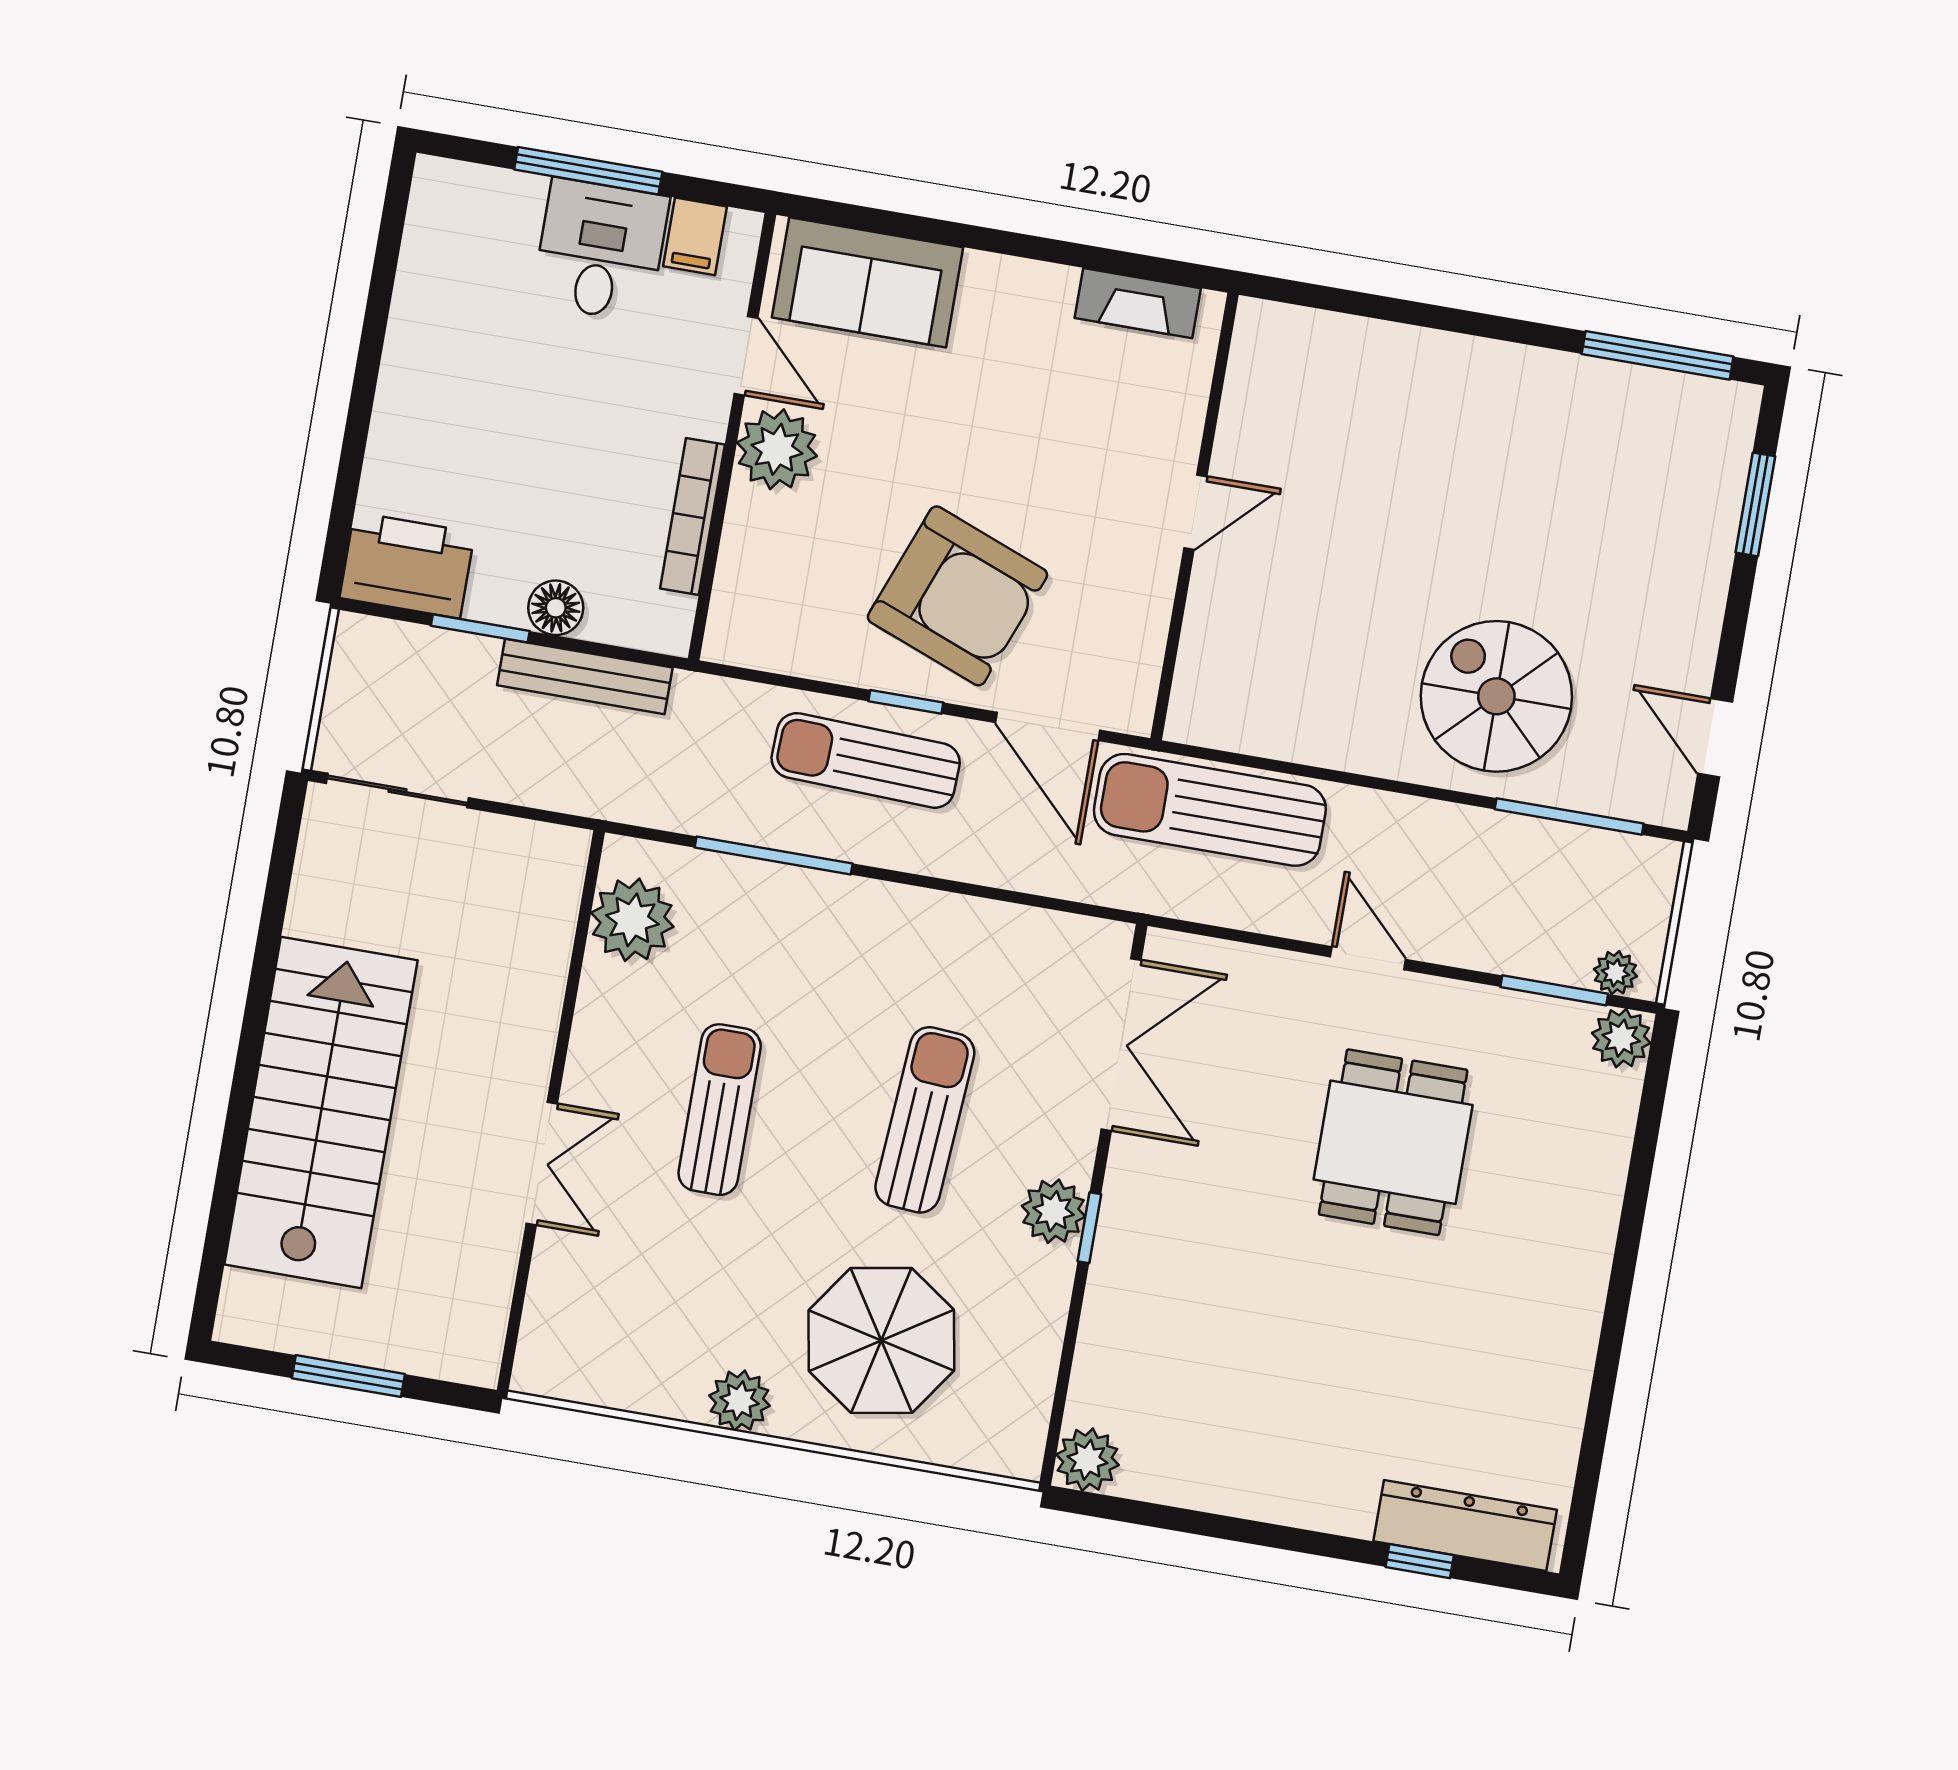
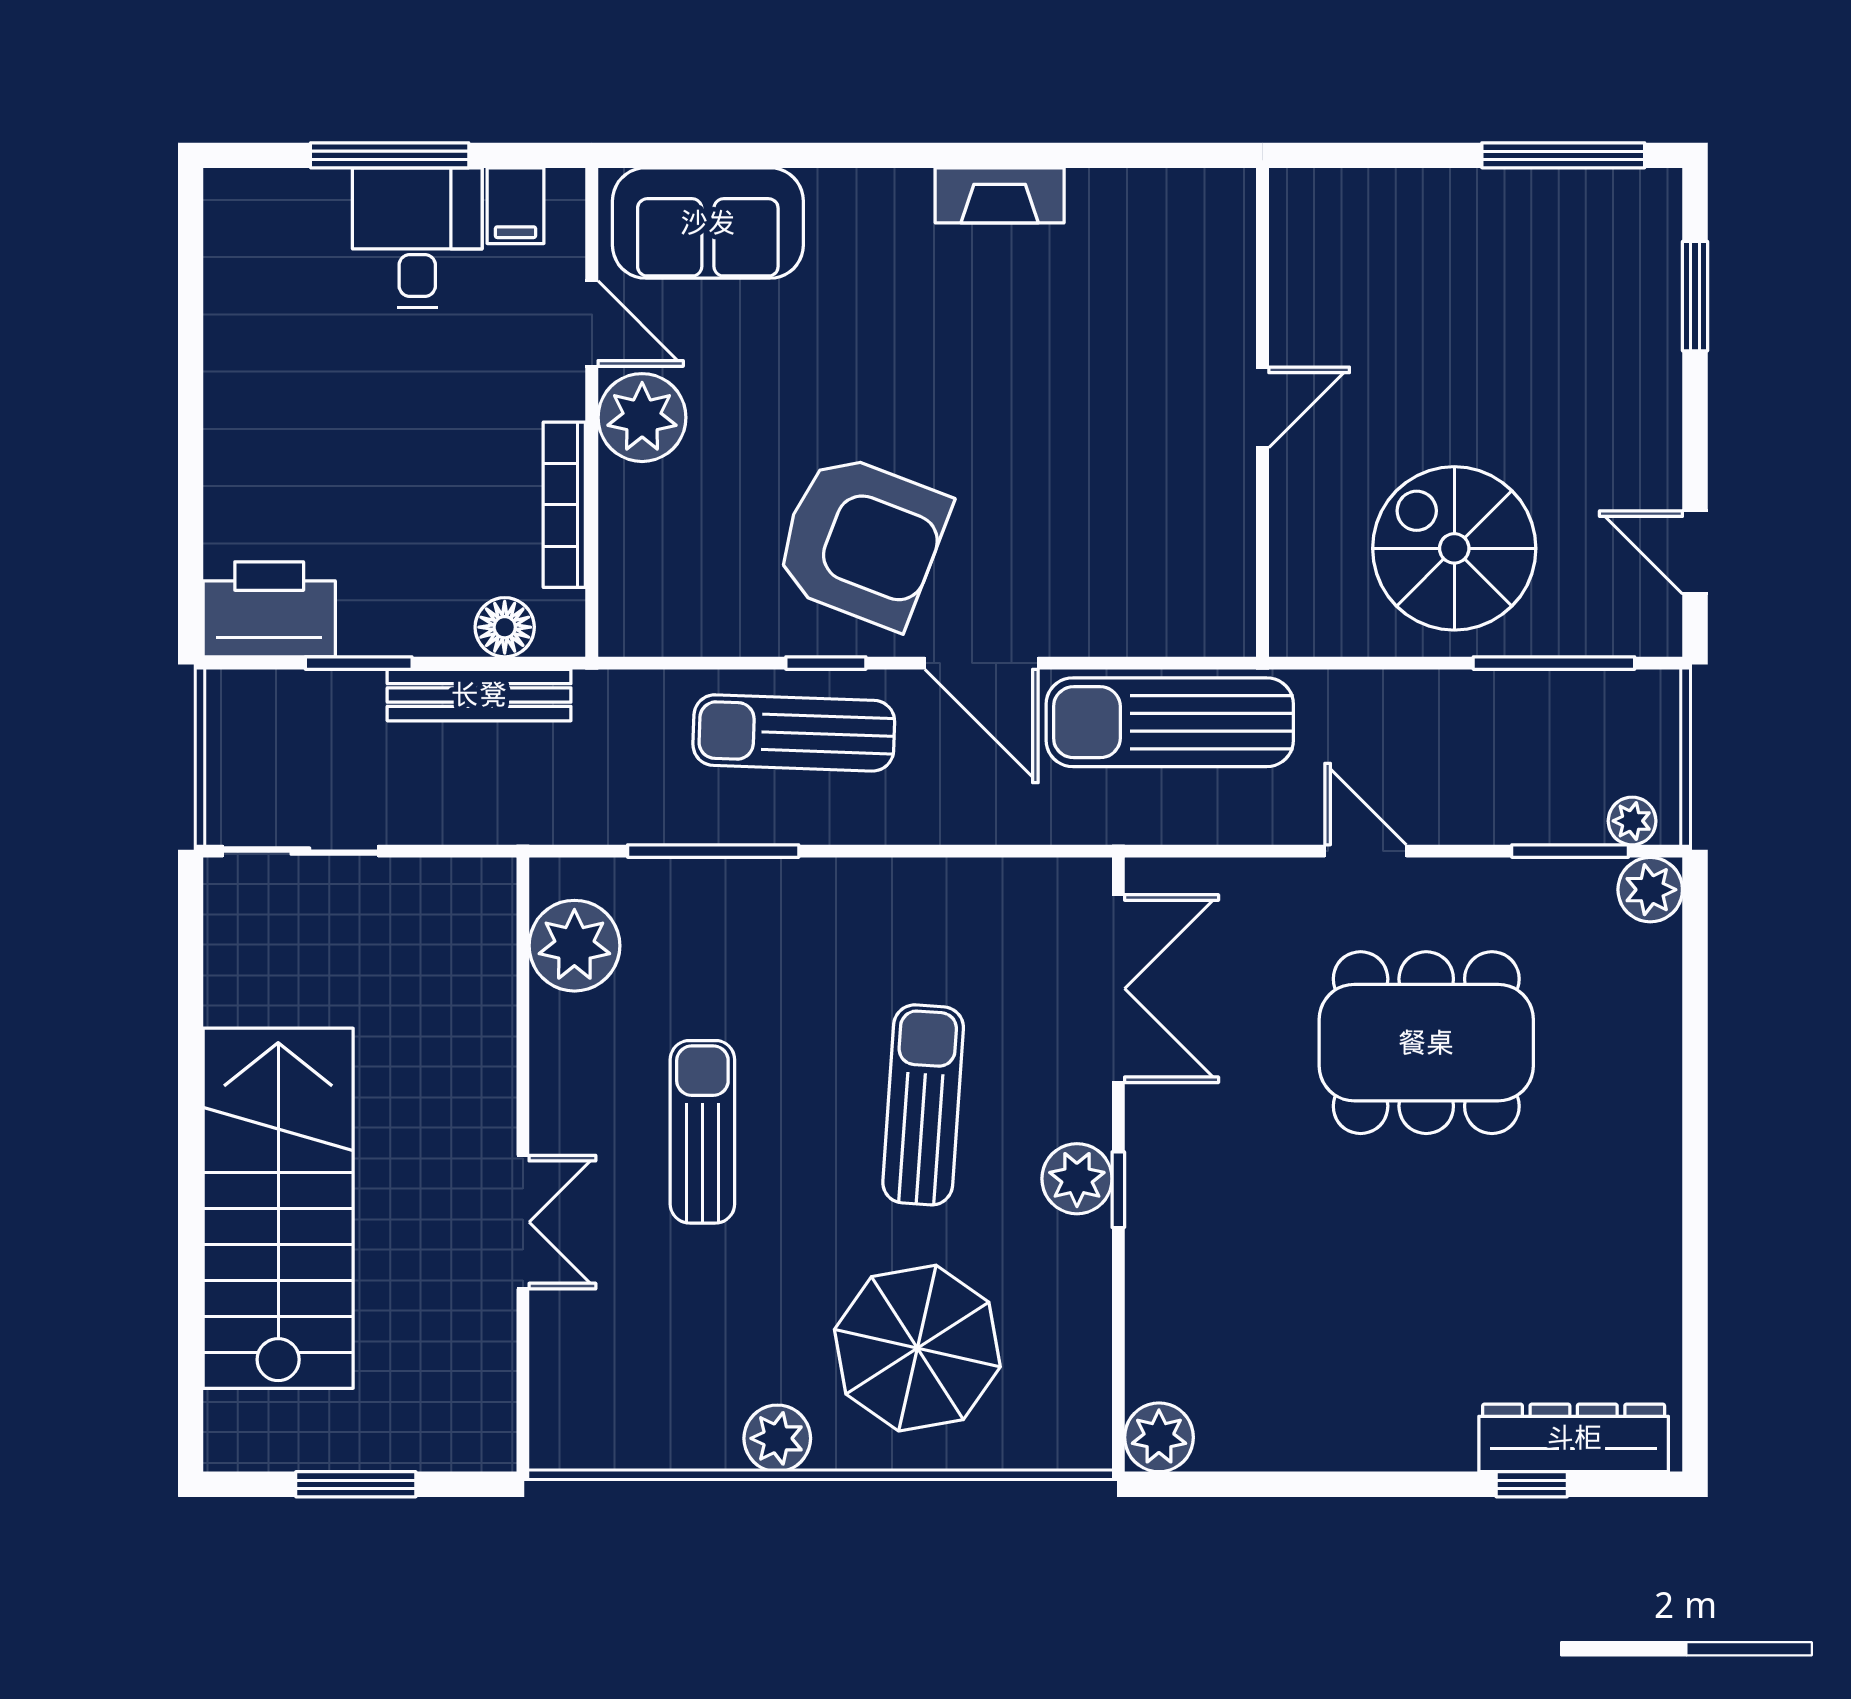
door: (1195, 512) -> (1262, 407), moved
wall: (1195, 517) -> (1262, 412), moved
floor lamp: (556, 608) -> (505, 627), moved
dining table: (1393, 1142) -> (1426, 1043), width x1.38

